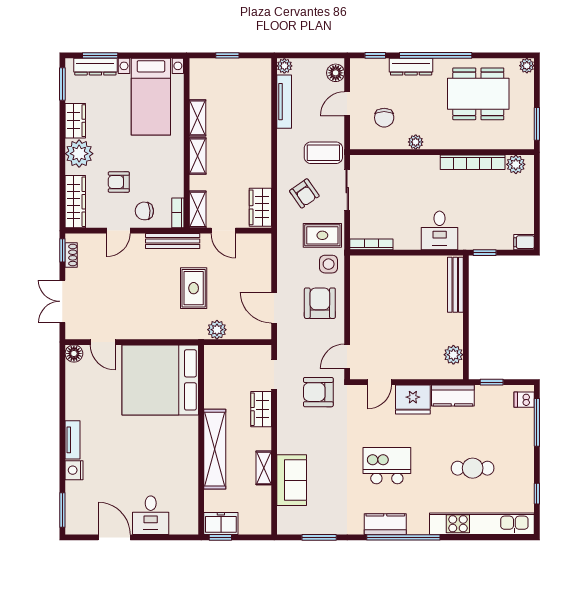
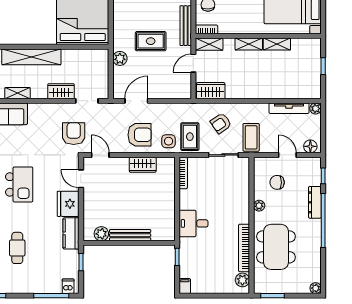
dining table: (478, 94) -> (276, 247), moved
bench: (455, 285) -> (130, 235), moved
wardrobe: (360, 299) -> (143, 165), added

